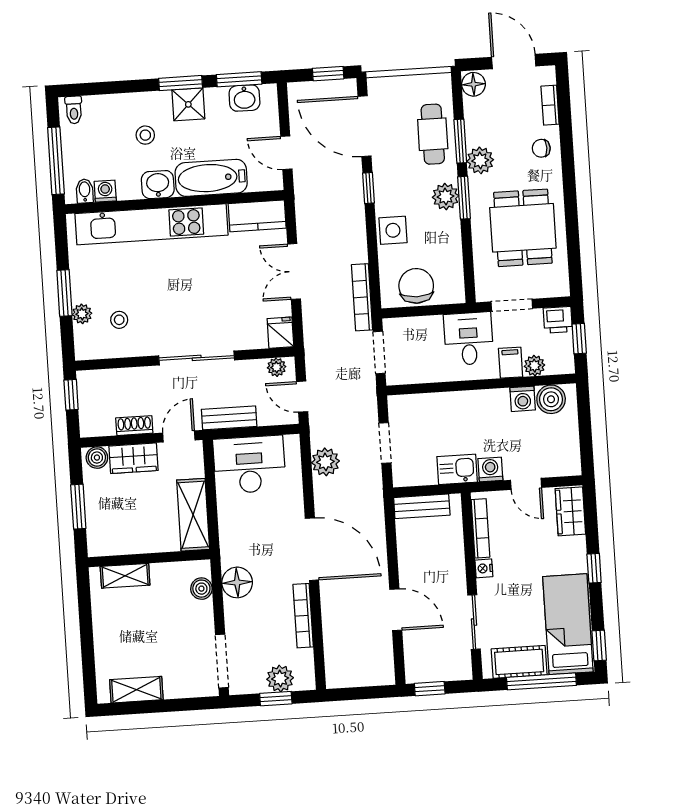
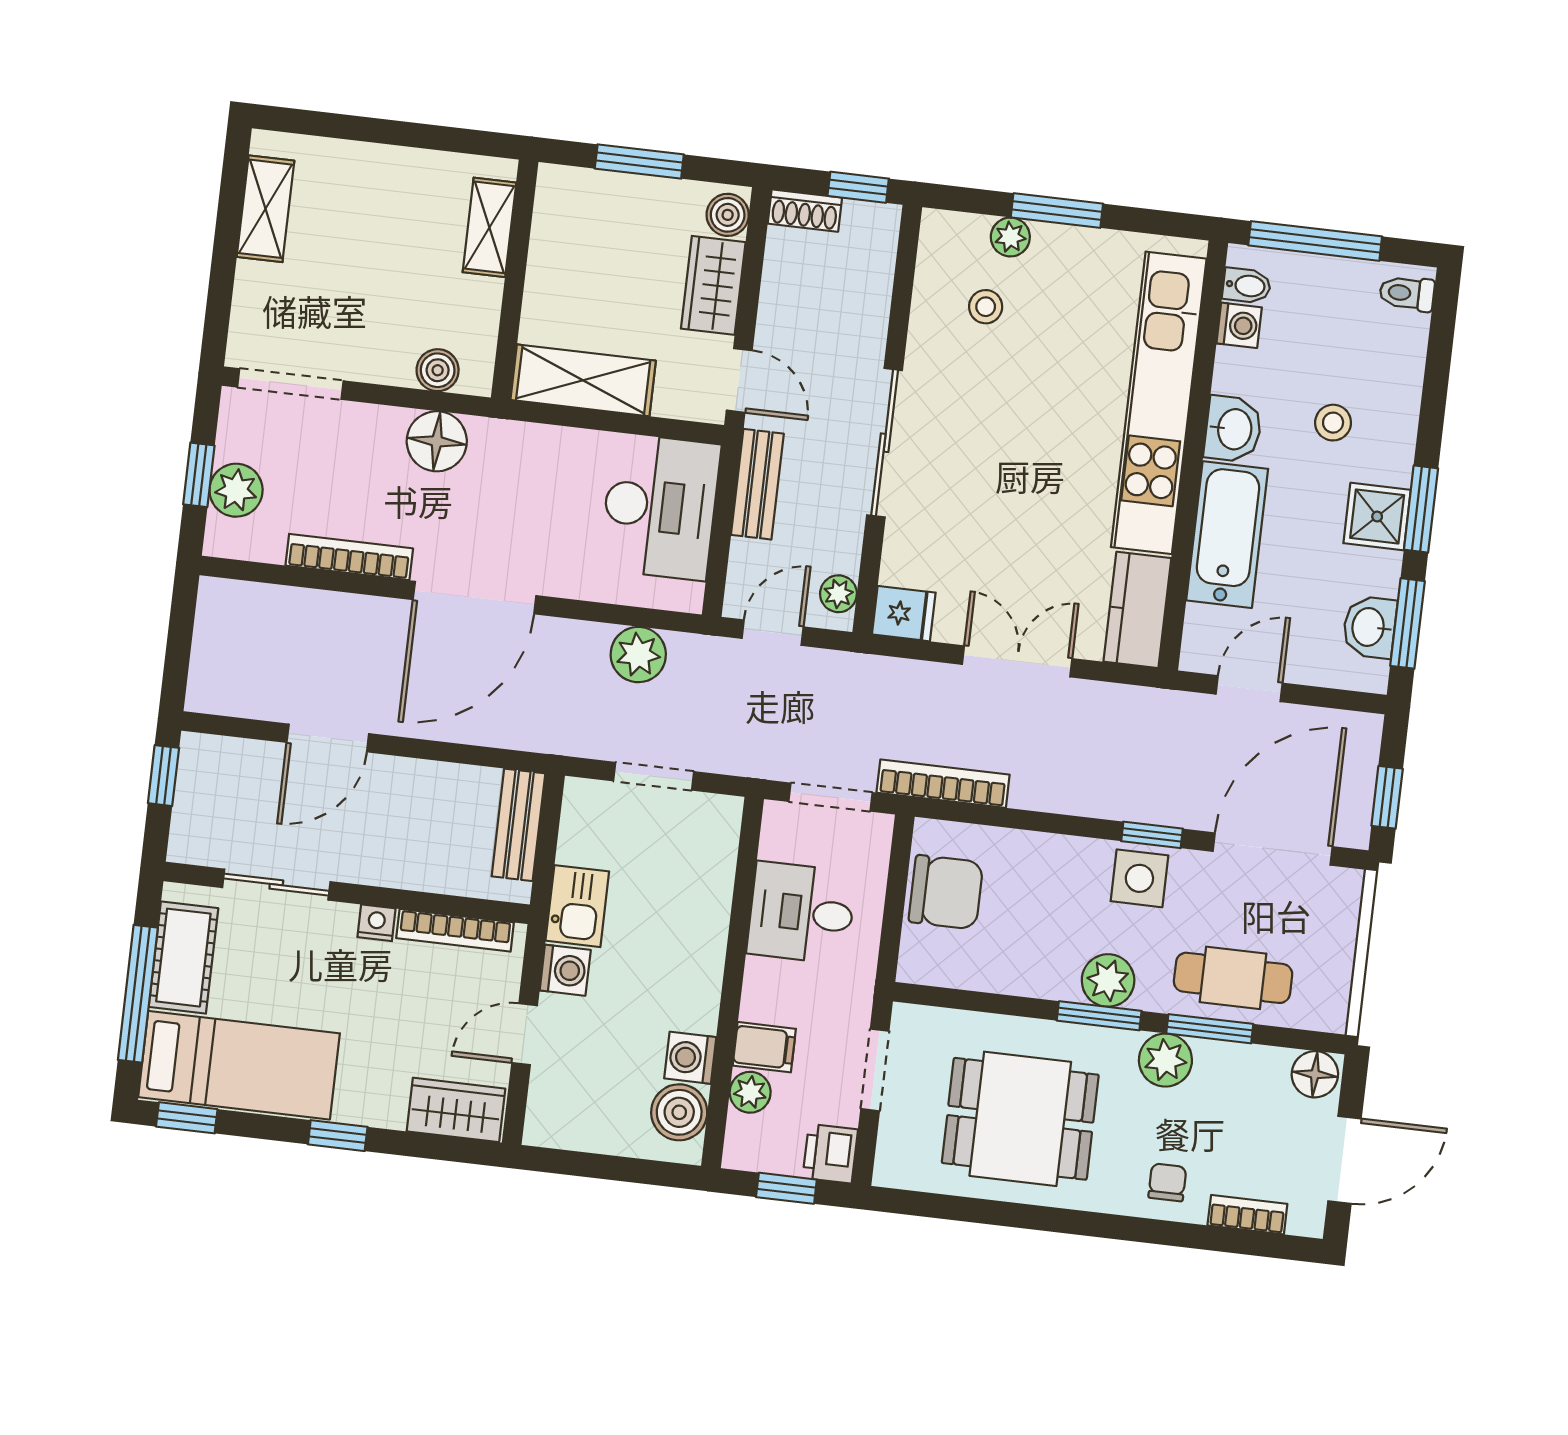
side table: (393, 230) -> (1139, 878), moved
desk: (469, 339) -> (801, 913), moved, turned 180
shoe rack: (134, 426) -> (805, 211), moved, turned 90

